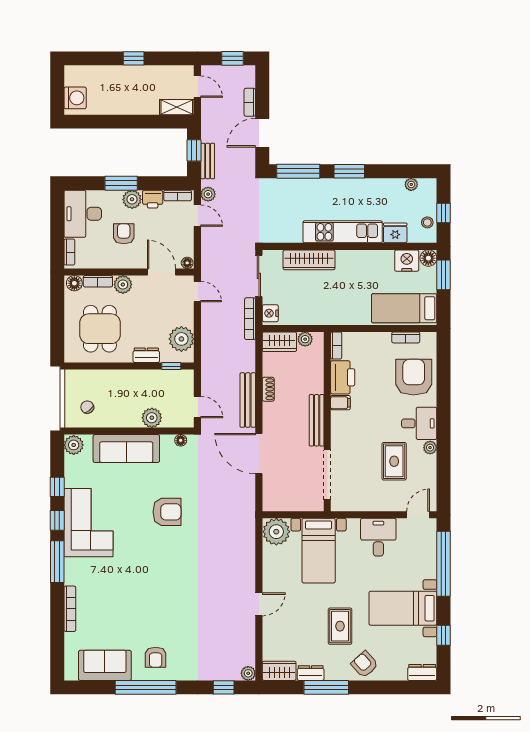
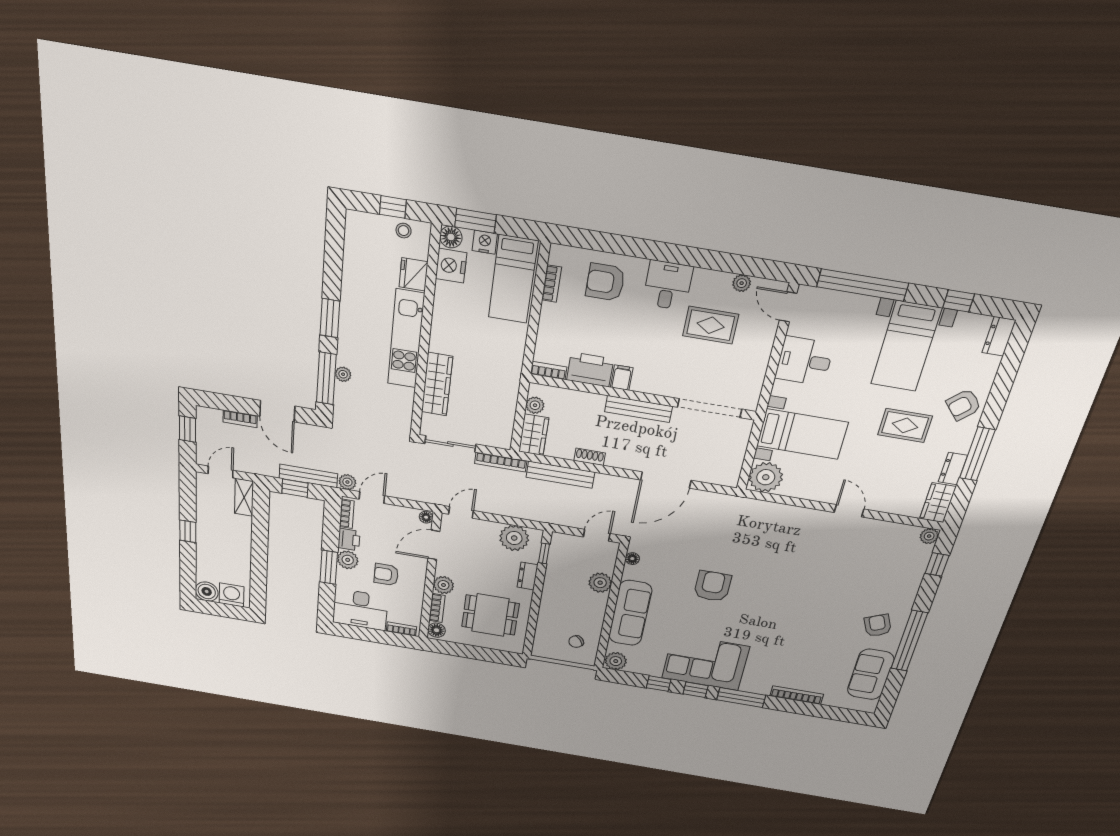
boiler: (74, 75) -> (207, 592), added
bench: (208, 161) -> (308, 476), width x1.36
plant: (411, 184) -> (343, 374), moved
nightstand: (270, 313) -> (485, 242), moved, turned 180
armchair: (414, 377) -> (605, 282), width x0.73, depth x0.73
bench: (248, 400) -> (560, 475), moved
plant: (430, 448) -> (742, 283), moved
armchair: (156, 657) -> (878, 626), turned -114

